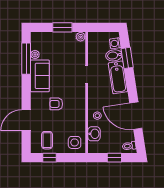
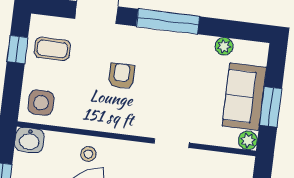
window: (26, 59) -> (168, 21), moved
sofa: (40, 76) -> (244, 97), moved, turned 90
washbasin: (94, 134) -> (29, 140), moved

